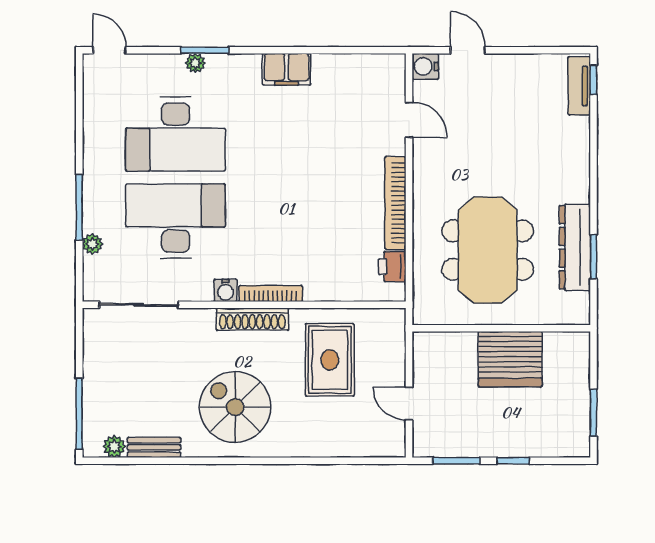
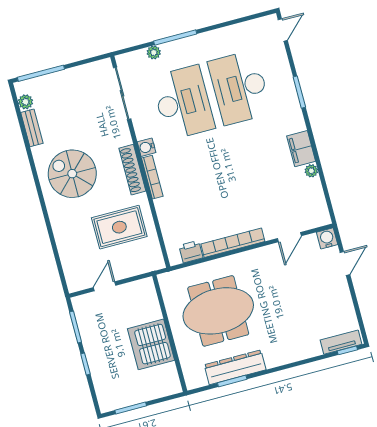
plant: (195, 63) -> (311, 171), moved
spiral stairs: (235, 407) -> (72, 174), turned -90

